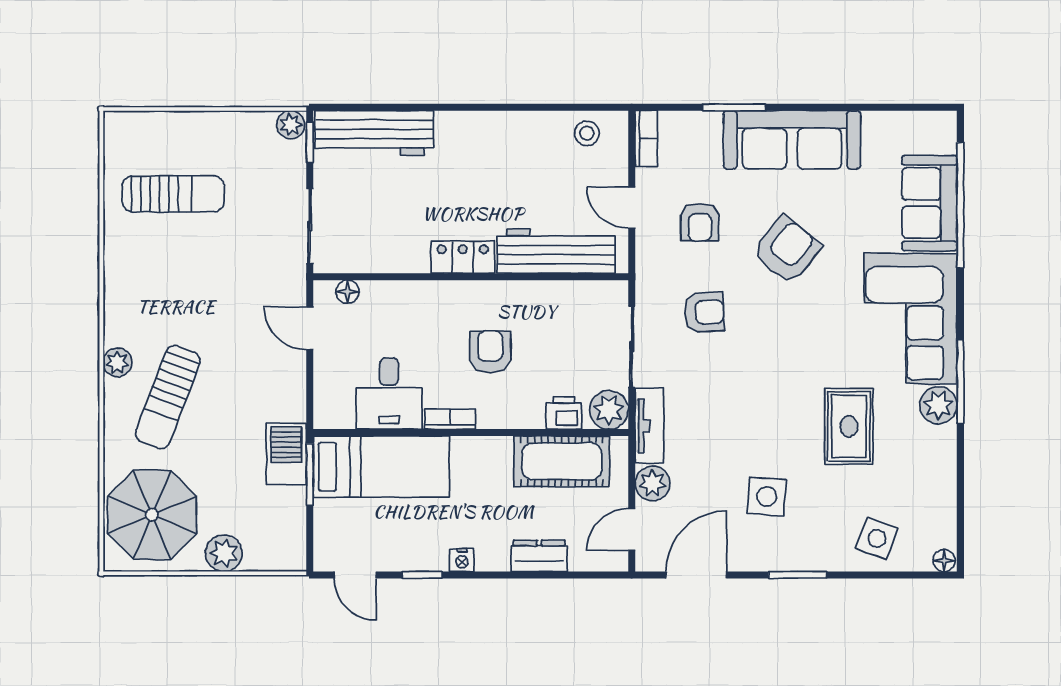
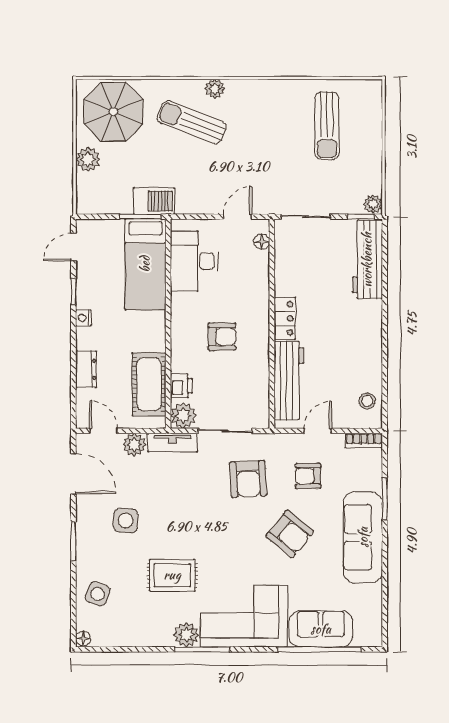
armchair: (704, 312) -> (248, 479), width x1.38, depth x1.38
desk: (389, 394) -> (194, 261), width x1.37
bookcase: (450, 419) -> (177, 310), removed

